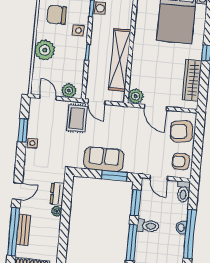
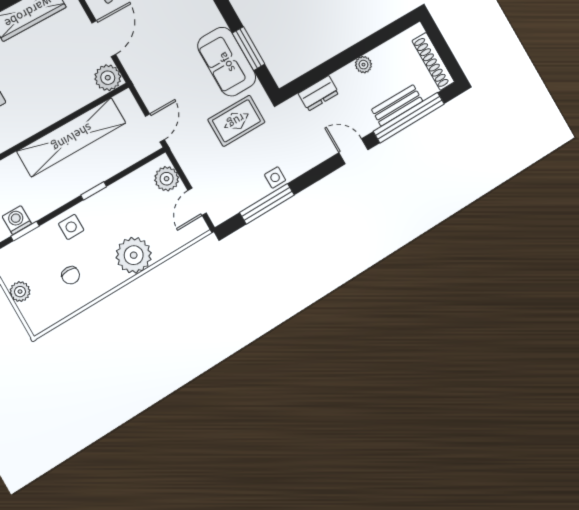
chair: (57, 15) -> (71, 275), width x0.54, depth x0.54
rug: (77, 118) -> (236, 121), moved
window: (23, 130) -> (267, 204), width x1.44
window: (114, 176) -> (249, 49), moved
plant: (57, 211) -> (363, 65), moved

